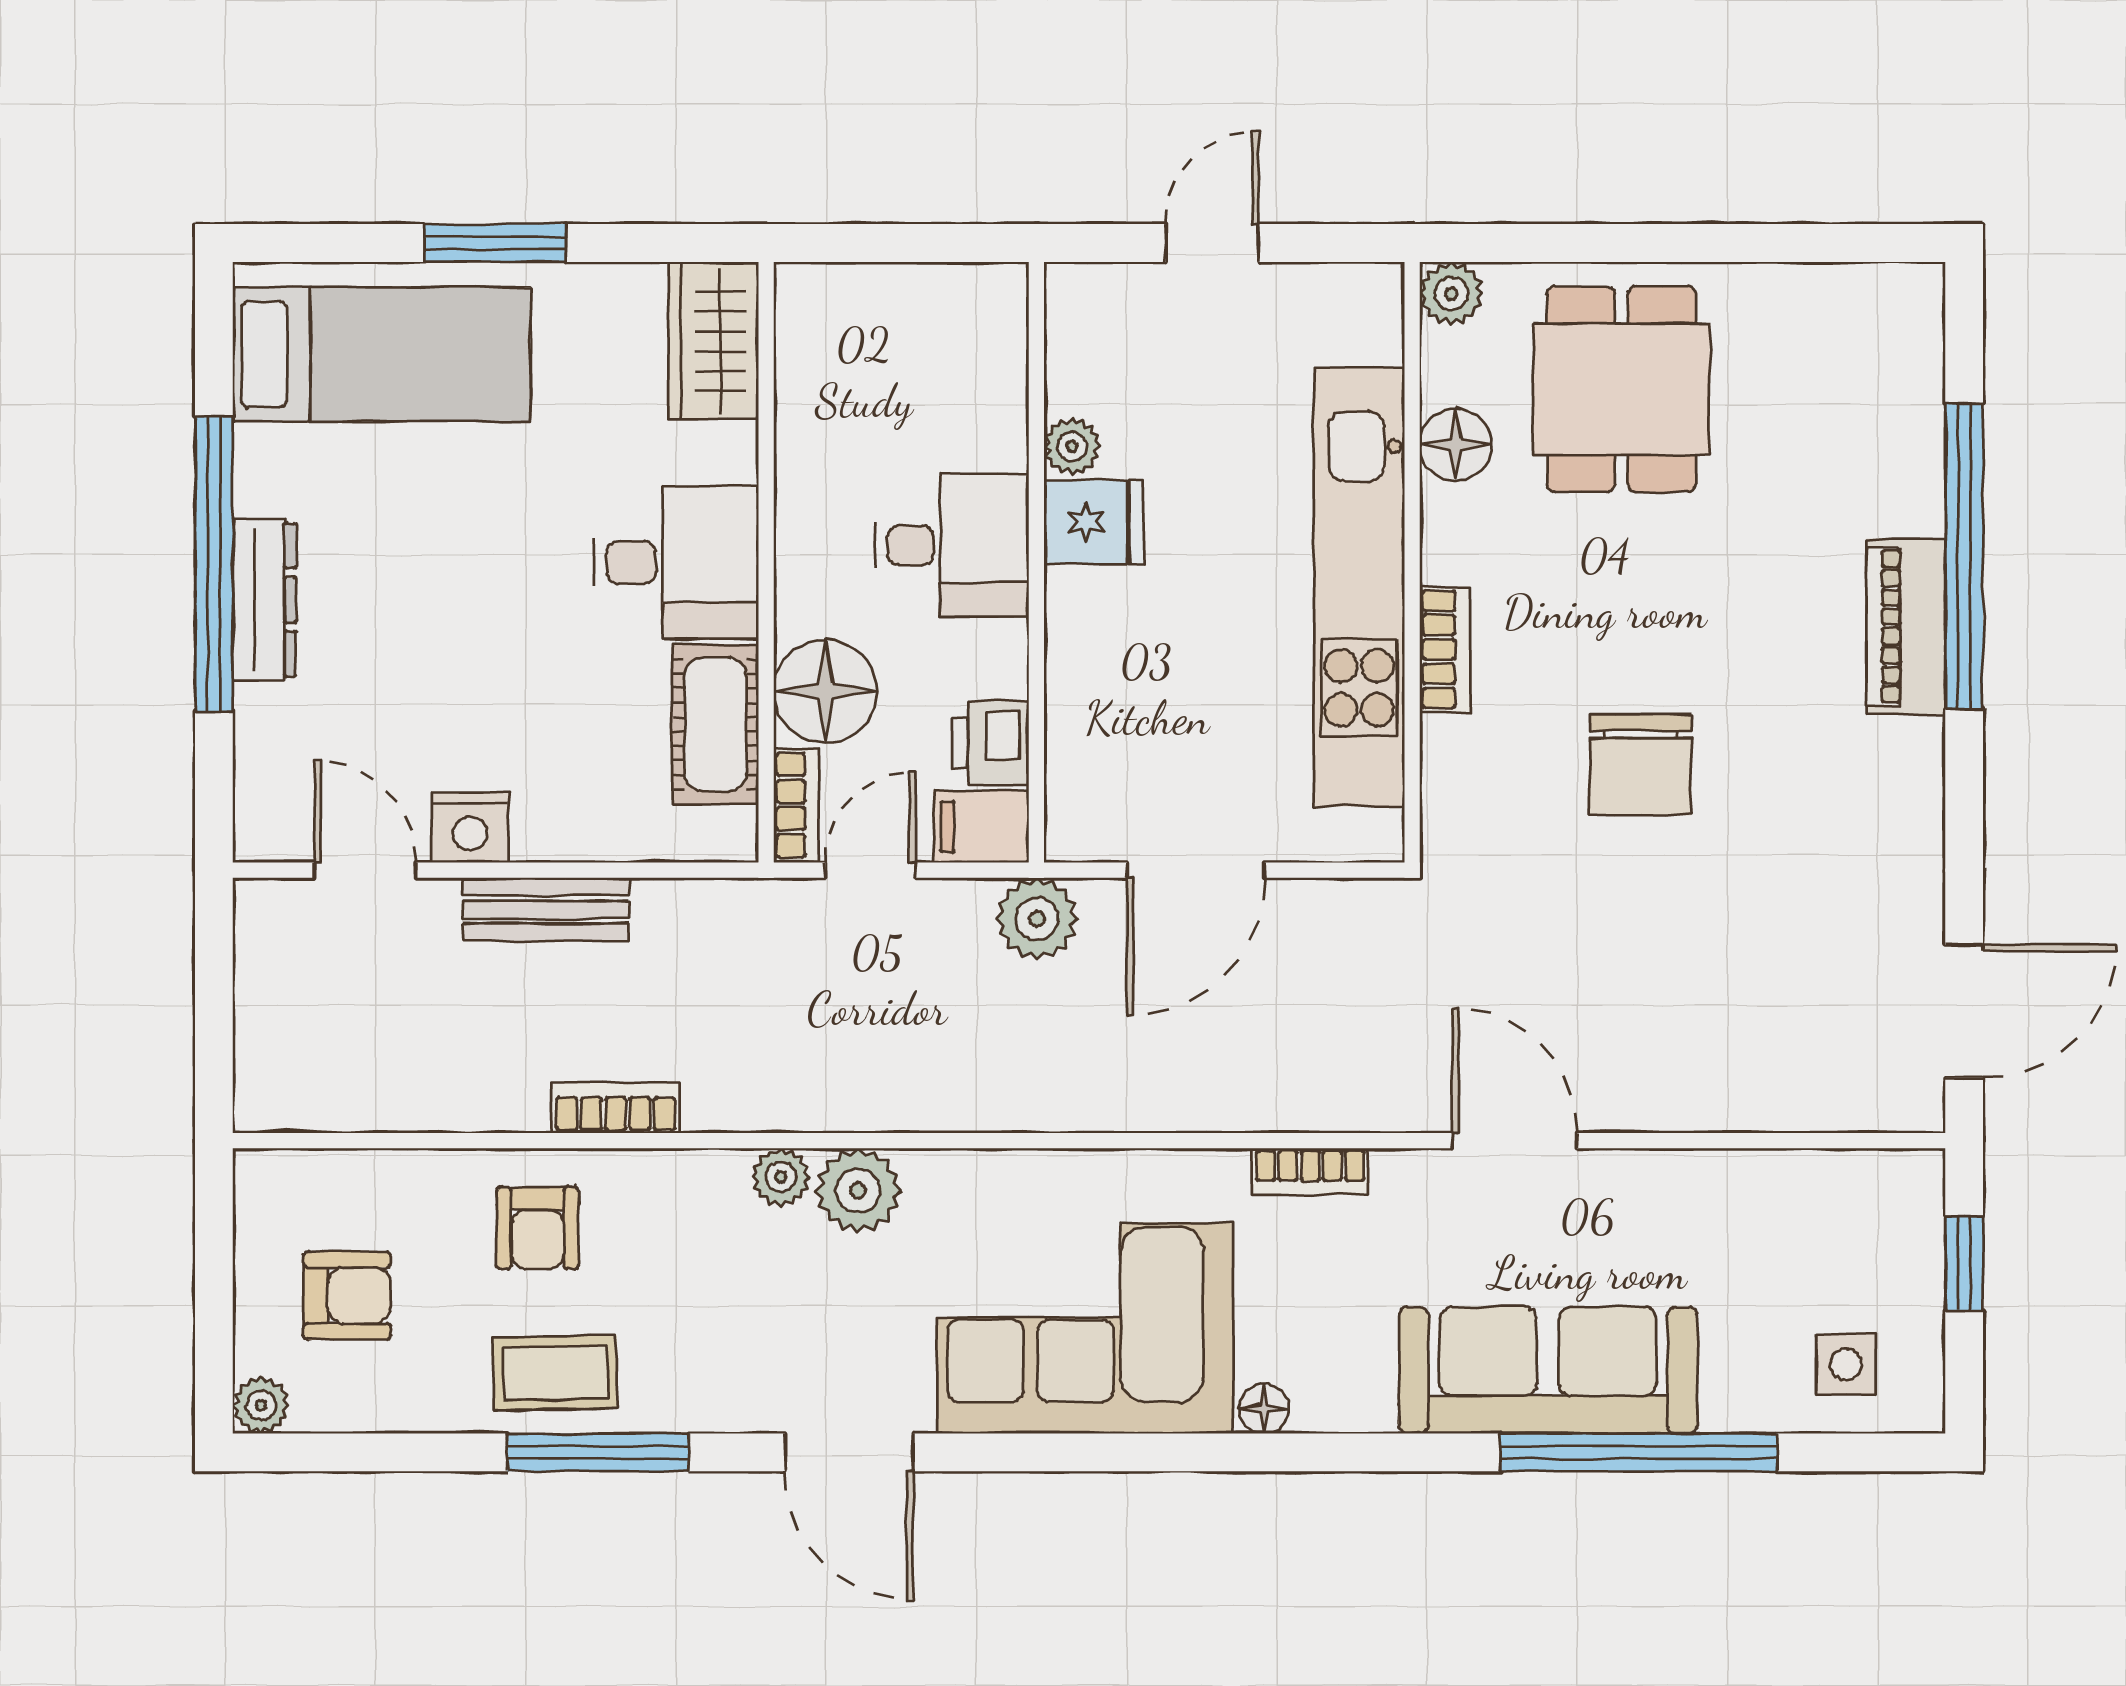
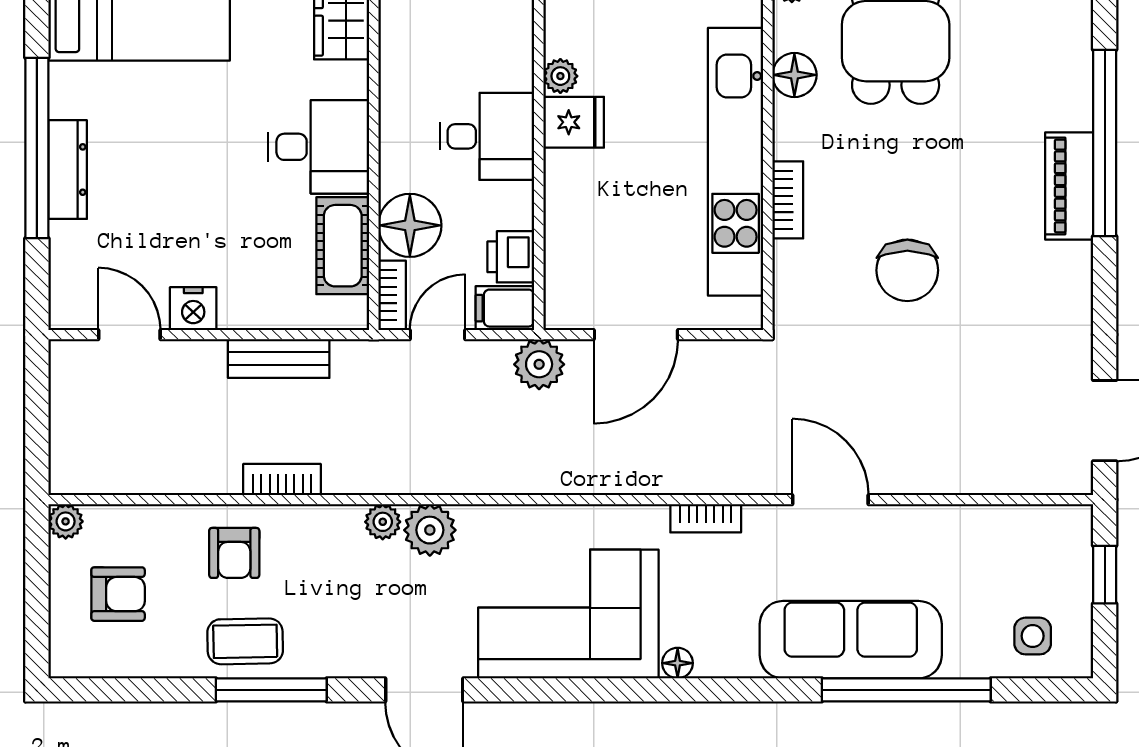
bench: (546, 909) -> (279, 359), moved
plant: (261, 1405) -> (66, 521), moved

